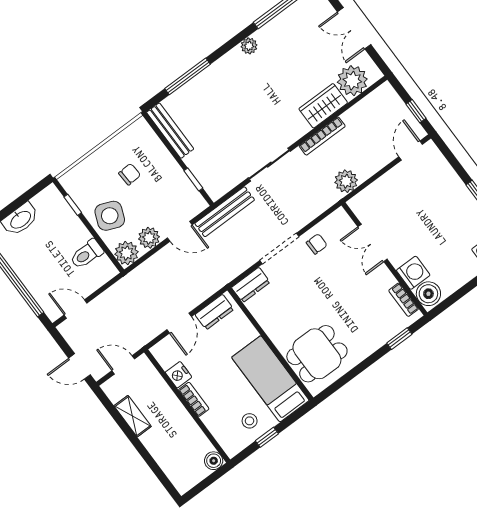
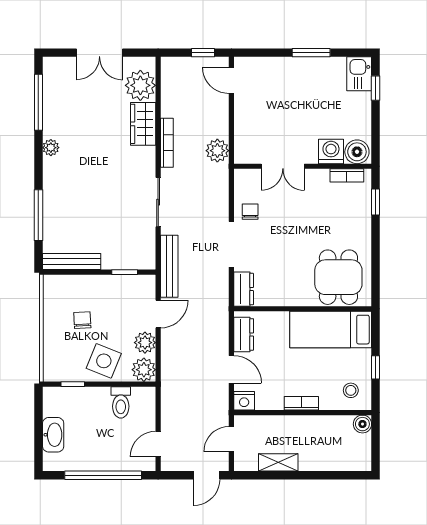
nightstand: (179, 375) -> (244, 401), moved
stool: (250, 421) -> (351, 390), moved

